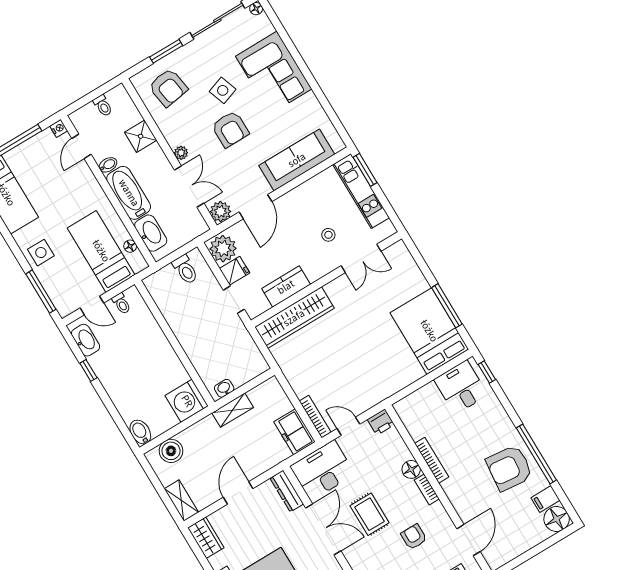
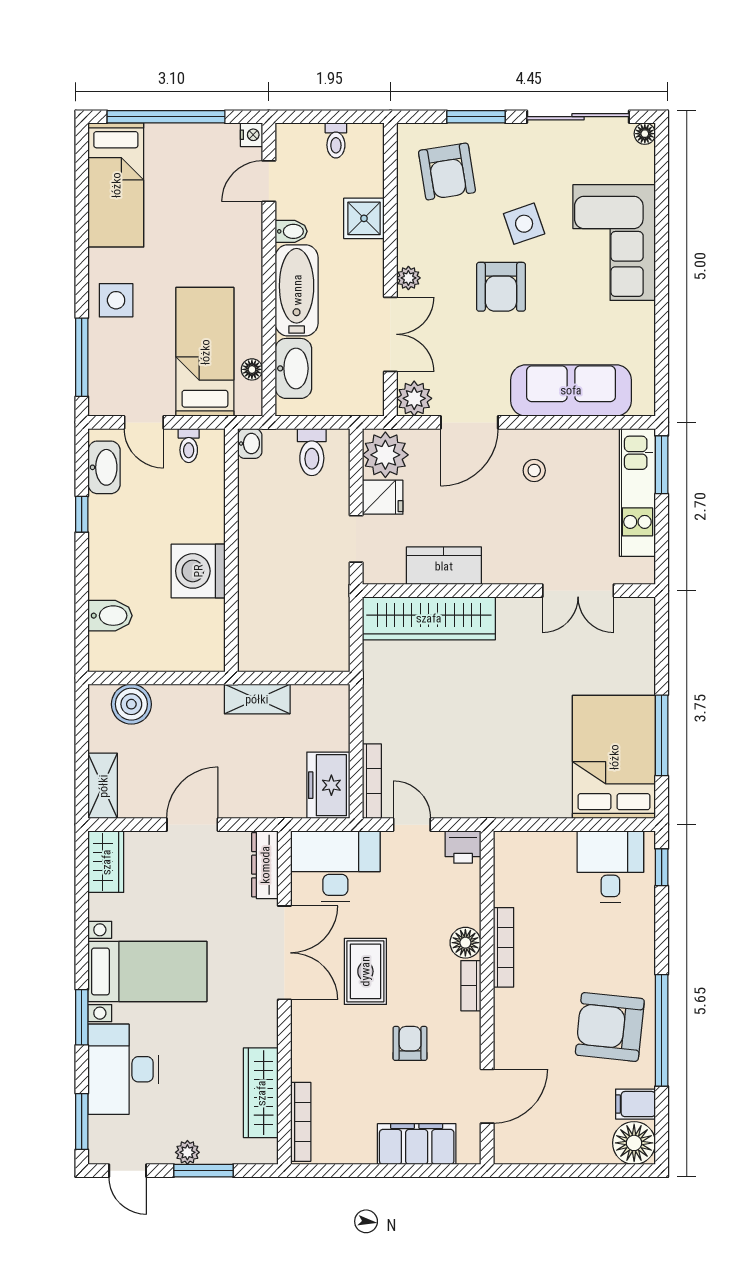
stool: (328, 235) -> (534, 470), moved
washbasin: (224, 388) -> (250, 444), moved, turned 90
washing machine: (187, 401) -> (198, 571), moved
bidet: (140, 432) -> (110, 616), moved, turned 90

